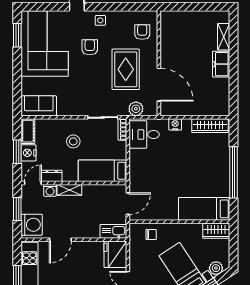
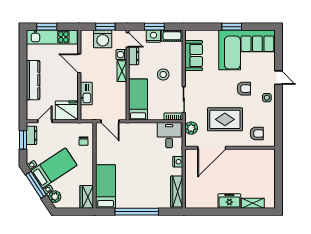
window: (17, 35) -> (232, 27), moved
sofa: (39, 106) -> (194, 55), moved
washing machine: (32, 225) -> (103, 39), moved
kitchen sink: (113, 231) -> (86, 93), moved

